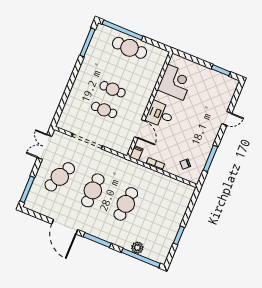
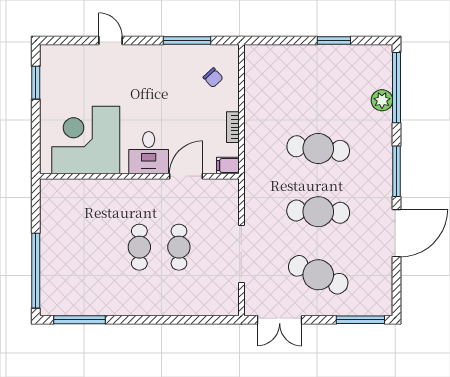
cafe table: (130, 48) -> (60, 247), removed
corner desk: (175, 82) -> (86, 140), width x1.36, depth x1.36

